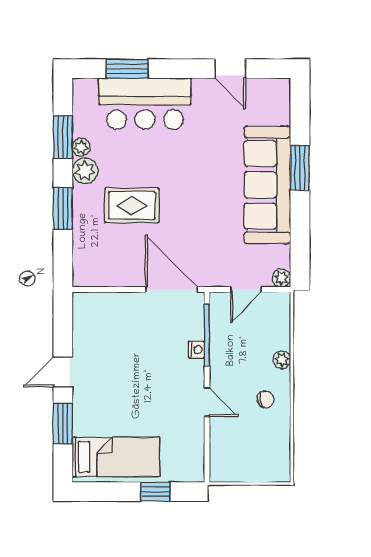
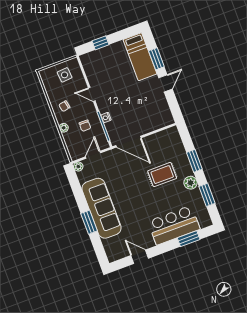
plant: (81, 147) -> (197, 193), removed
chair: (241, 349) -> (85, 126), added
bed: (116, 457) -> (140, 57), moved, turned -90
side table: (244, 457) -> (65, 75), added

